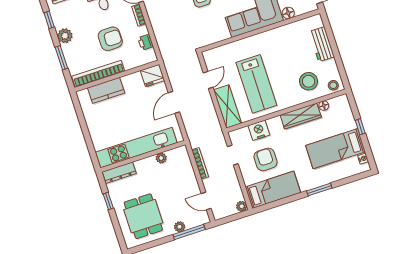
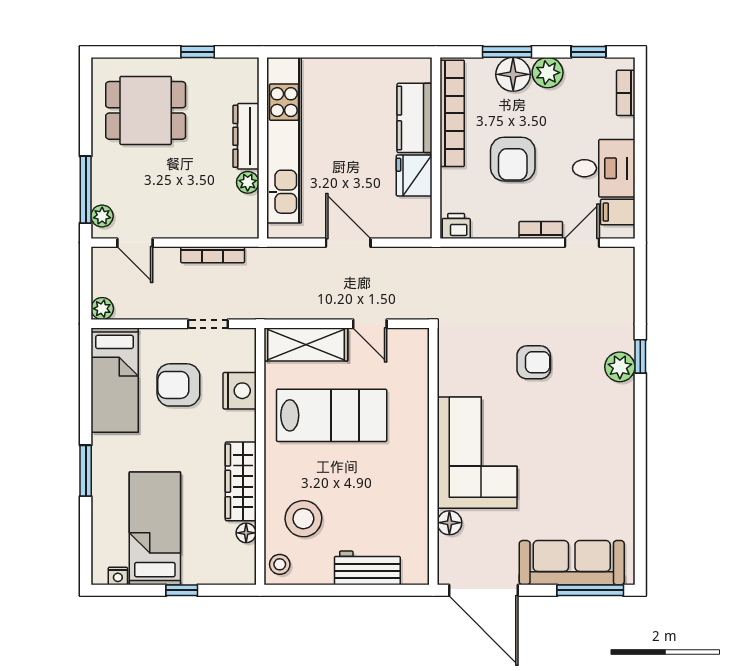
printer: (146, 42) -> (456, 226), moved
floor lamp: (71, 51) -> (513, 74), added
fridge: (152, 75) -> (414, 175), moved
lab bench: (256, 84) -> (332, 415), turned 180
armchair: (266, 159) -> (178, 385), turned 180
dresser: (119, 173) -> (246, 136), moved
door: (206, 201) -> (135, 243), swing flipped
plant: (180, 227) -> (102, 216), moved

